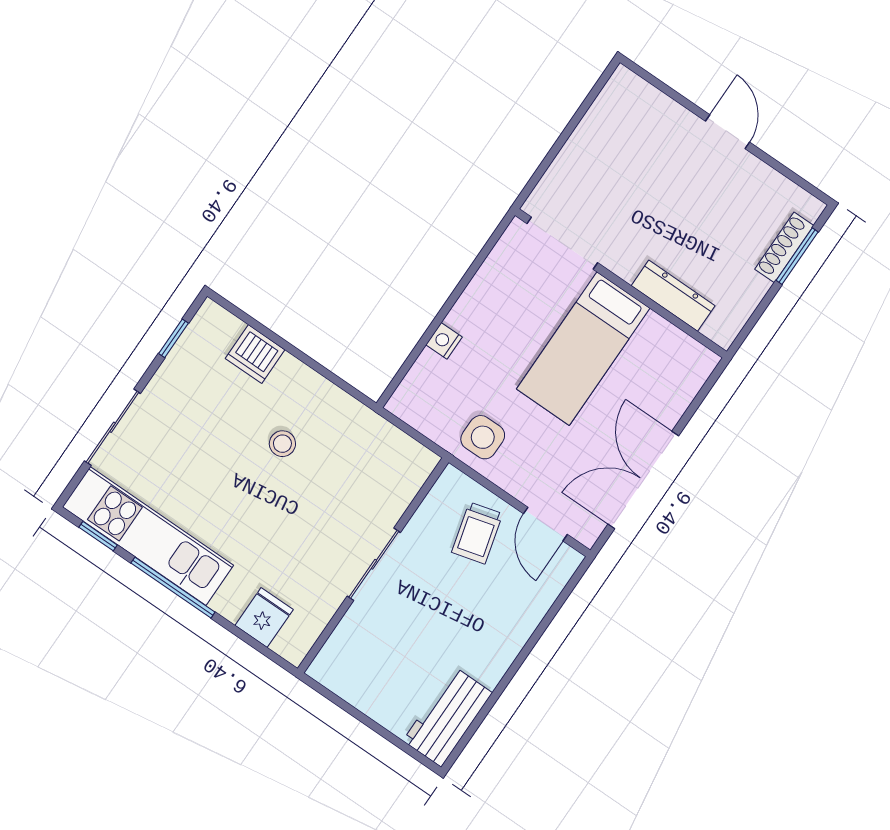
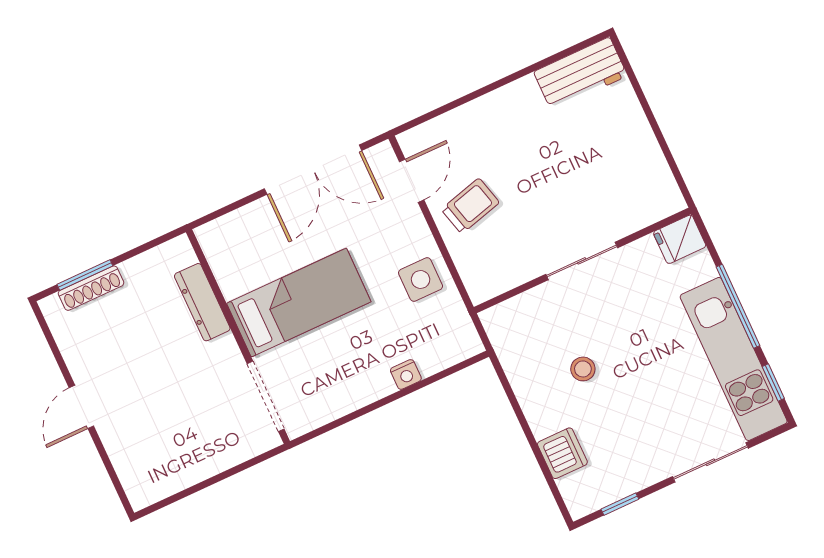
sliding door: (374, 564) -> (582, 261), moved
wall: (373, 565) -> (583, 260), moved

